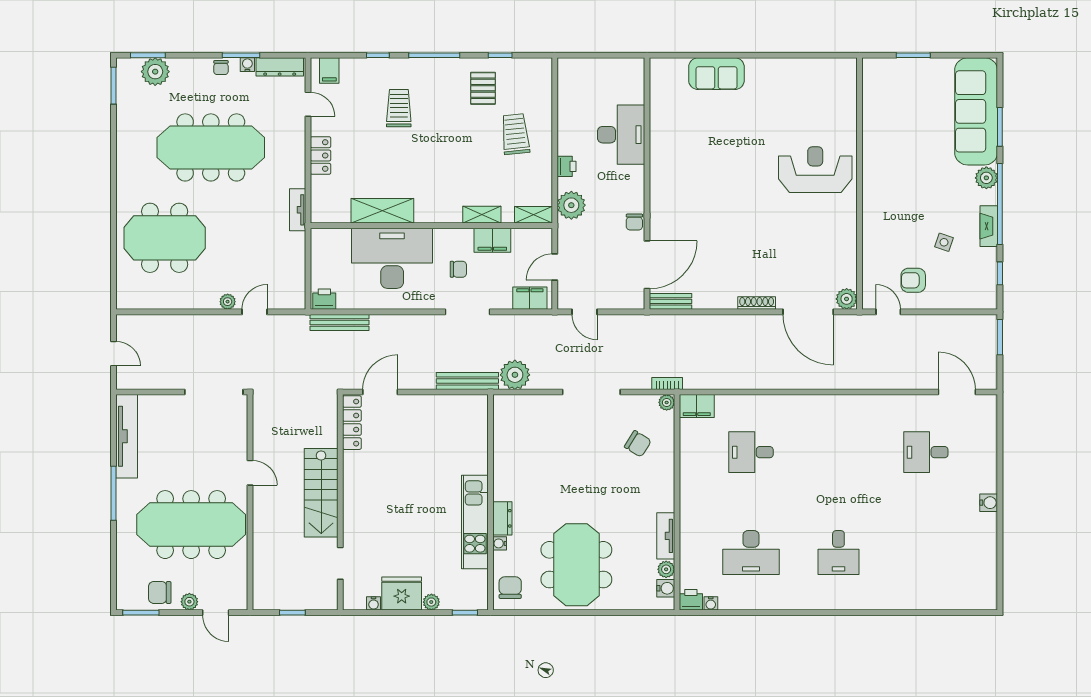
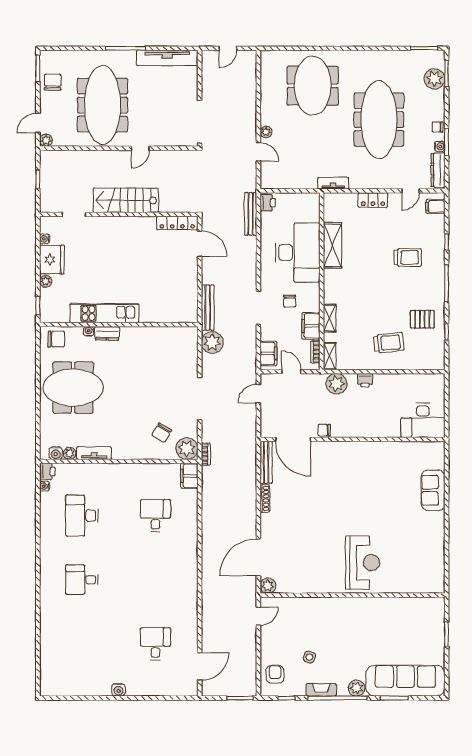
desk: (621, 135) -> (423, 420), moved
bookcase: (528, 234) -> (315, 352), added
armchair: (913, 280) -> (275, 674), moved
bench: (671, 301) -> (266, 462), width x1.36
shoe rack: (757, 303) -> (265, 498), moved
plant: (667, 402) -> (187, 449), width x1.88, depth x1.88
plant: (189, 602) -> (46, 140), moved

